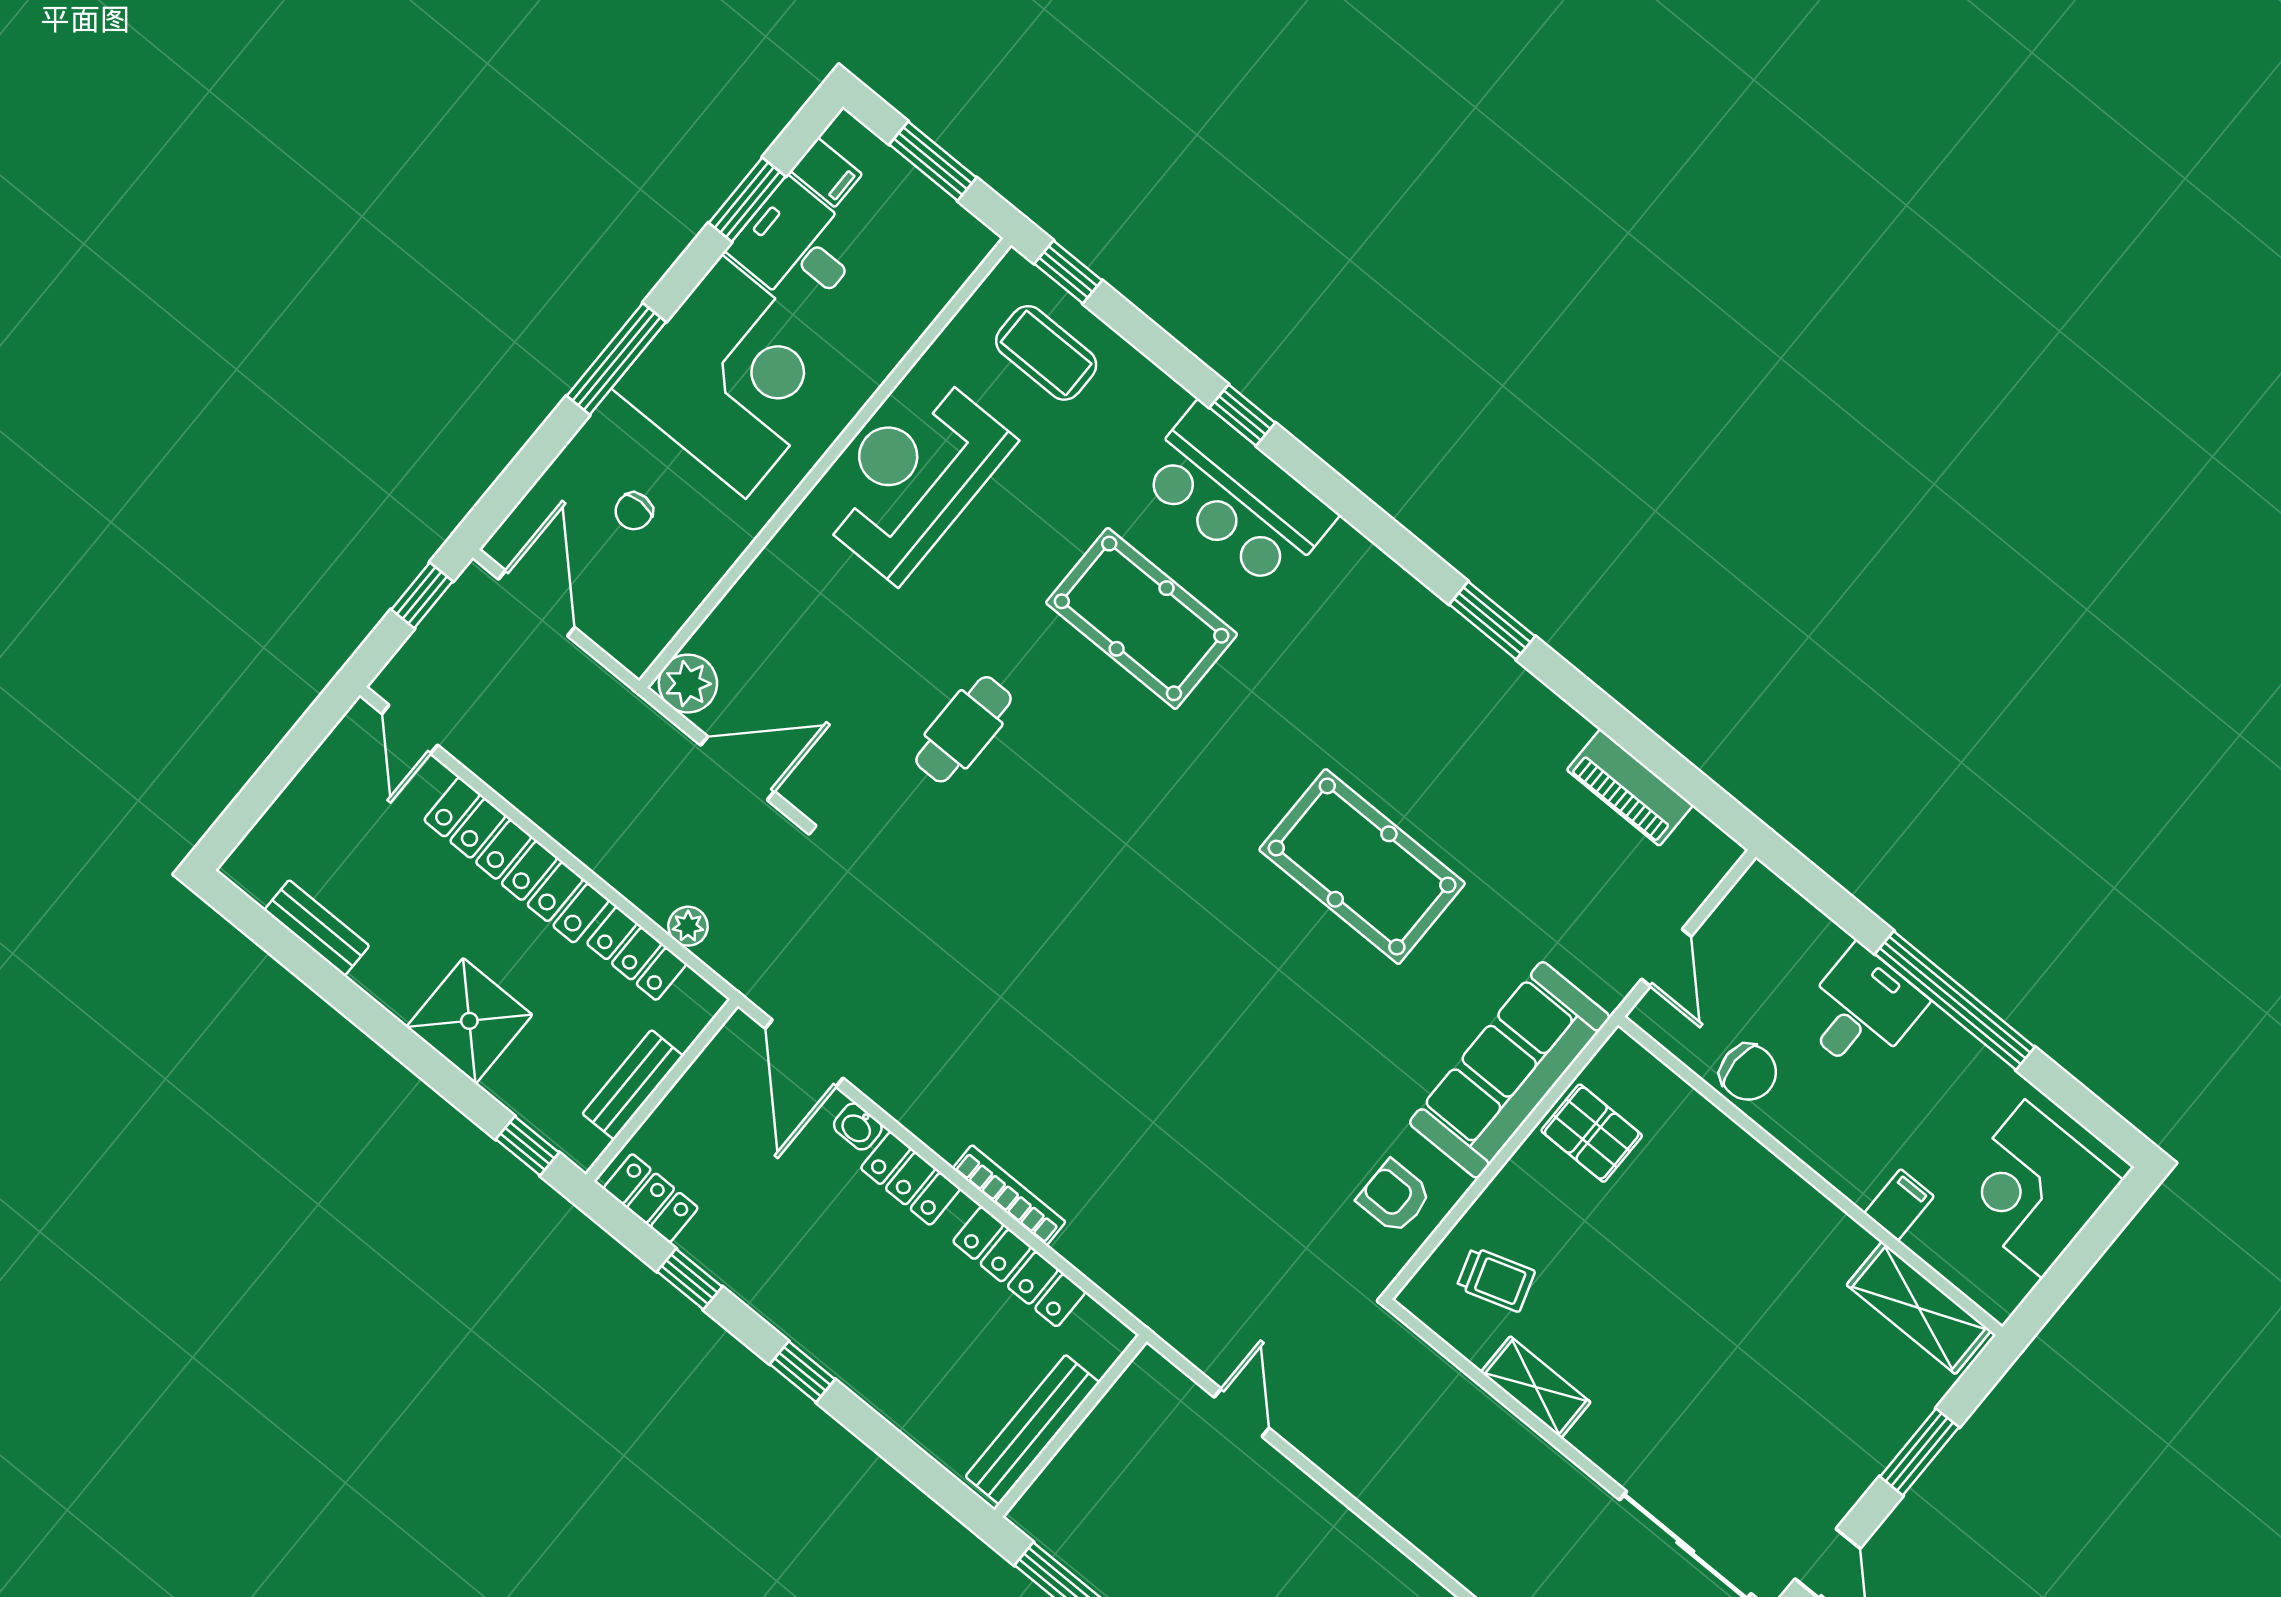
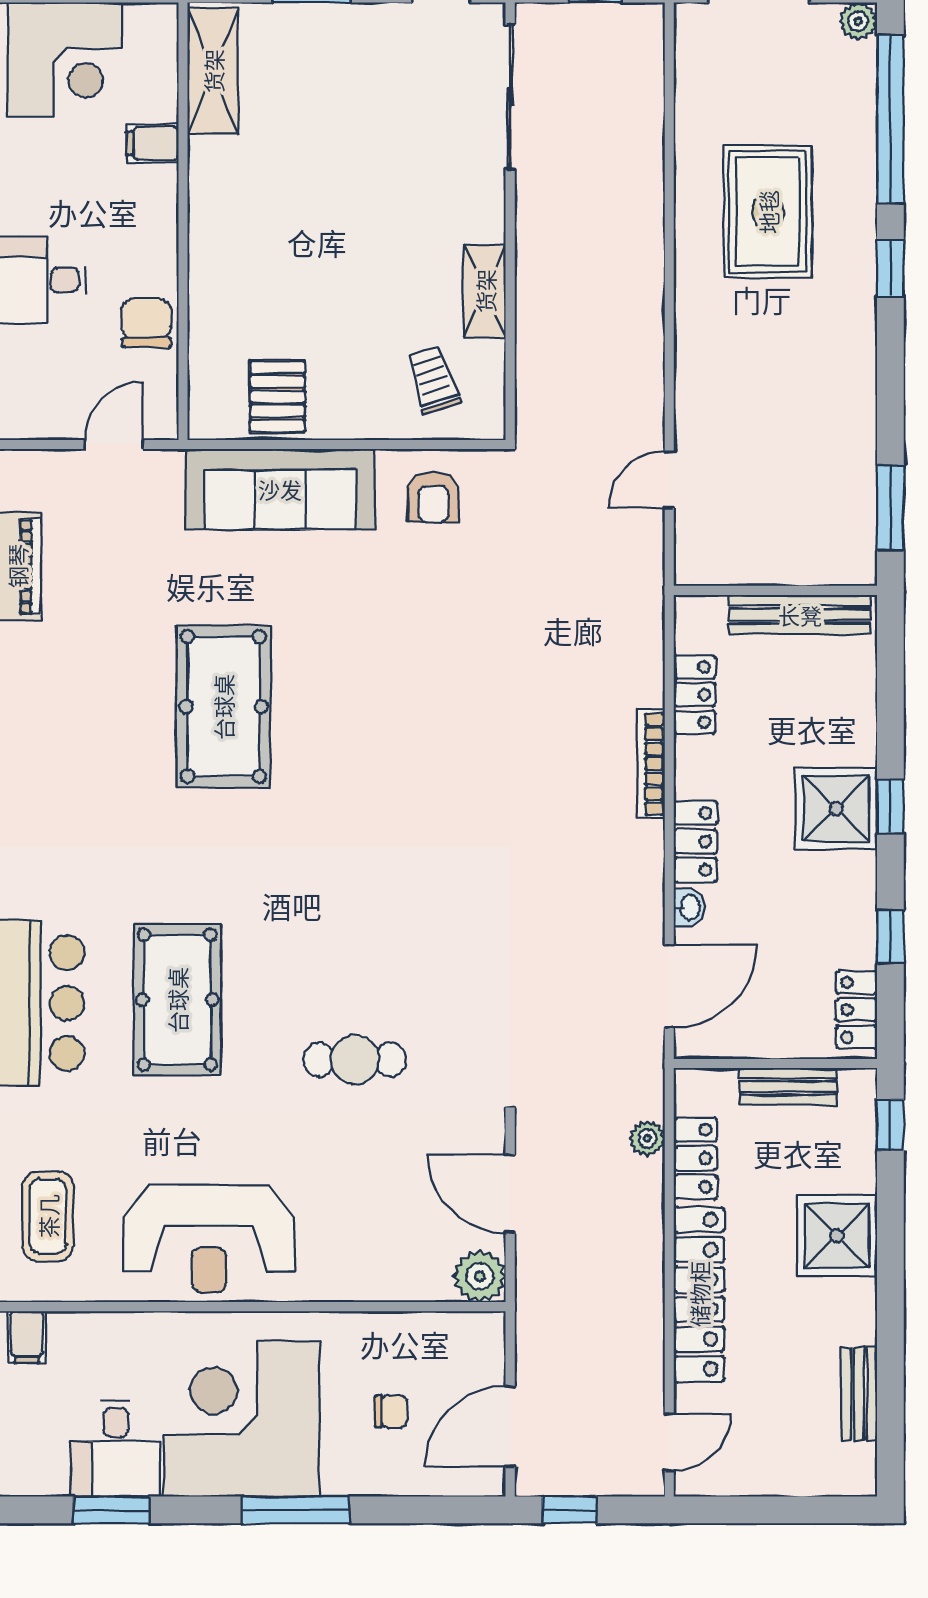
filing cabinet: (826, 172) -> (27, 1337), moved, turned 180
locker: (1019, 1267) -> (695, 695), width x0.66
shower: (839, 1323) -> (836, 808), added

